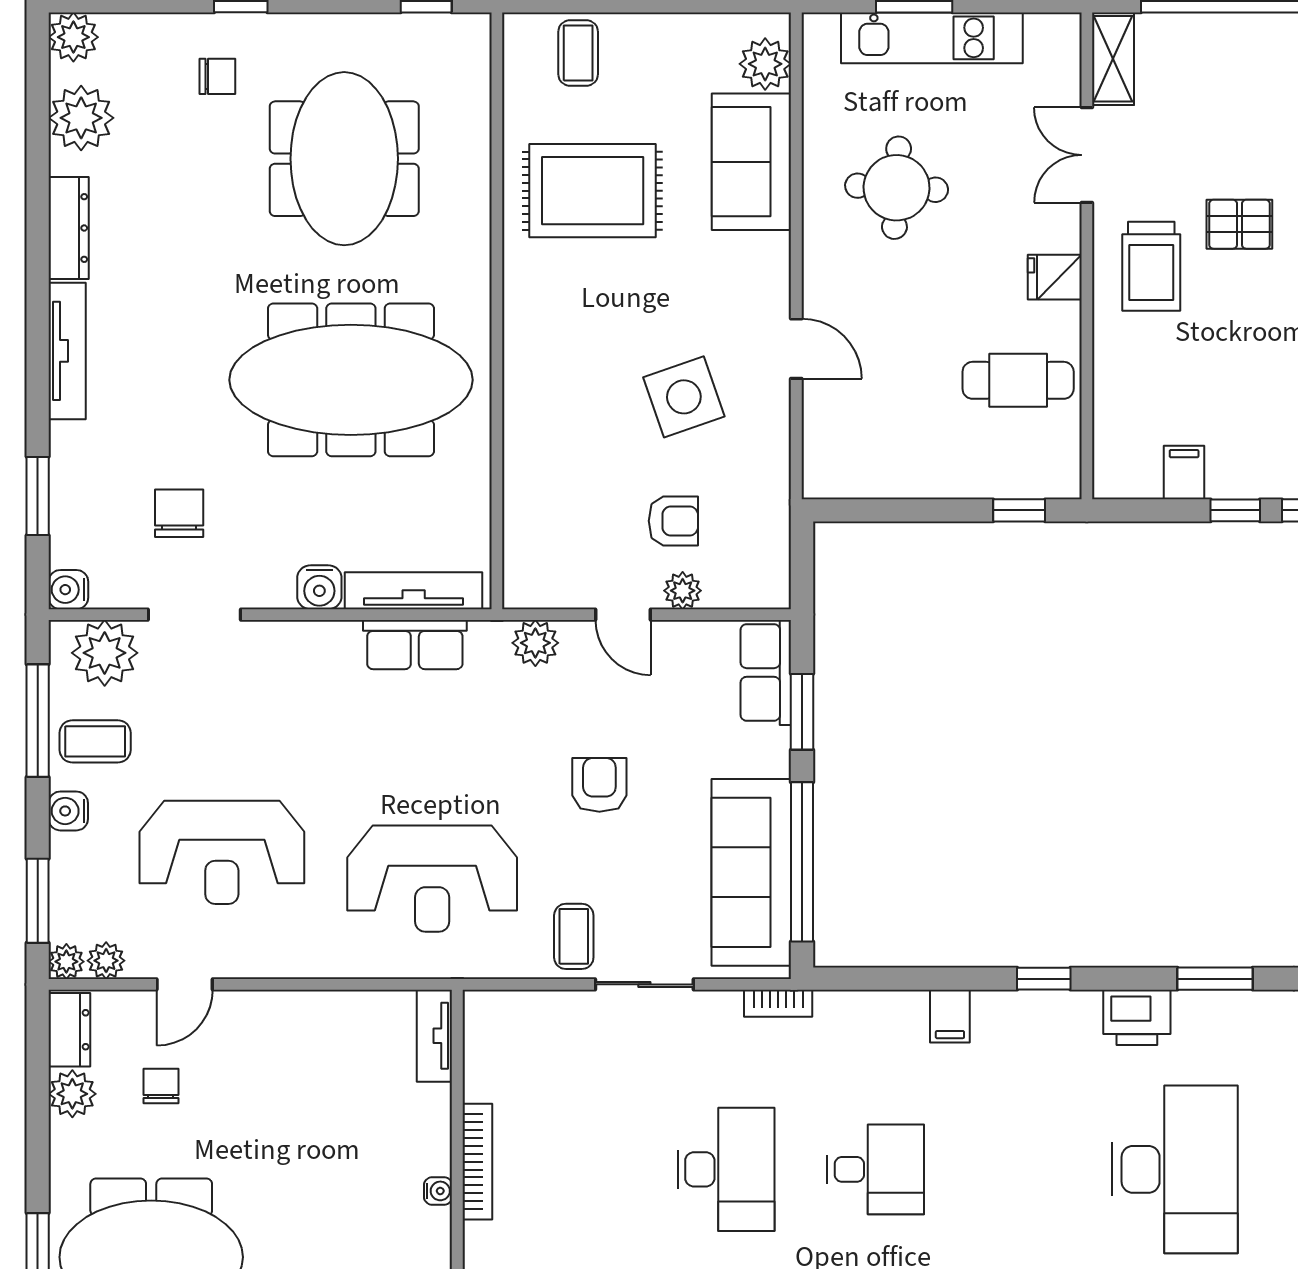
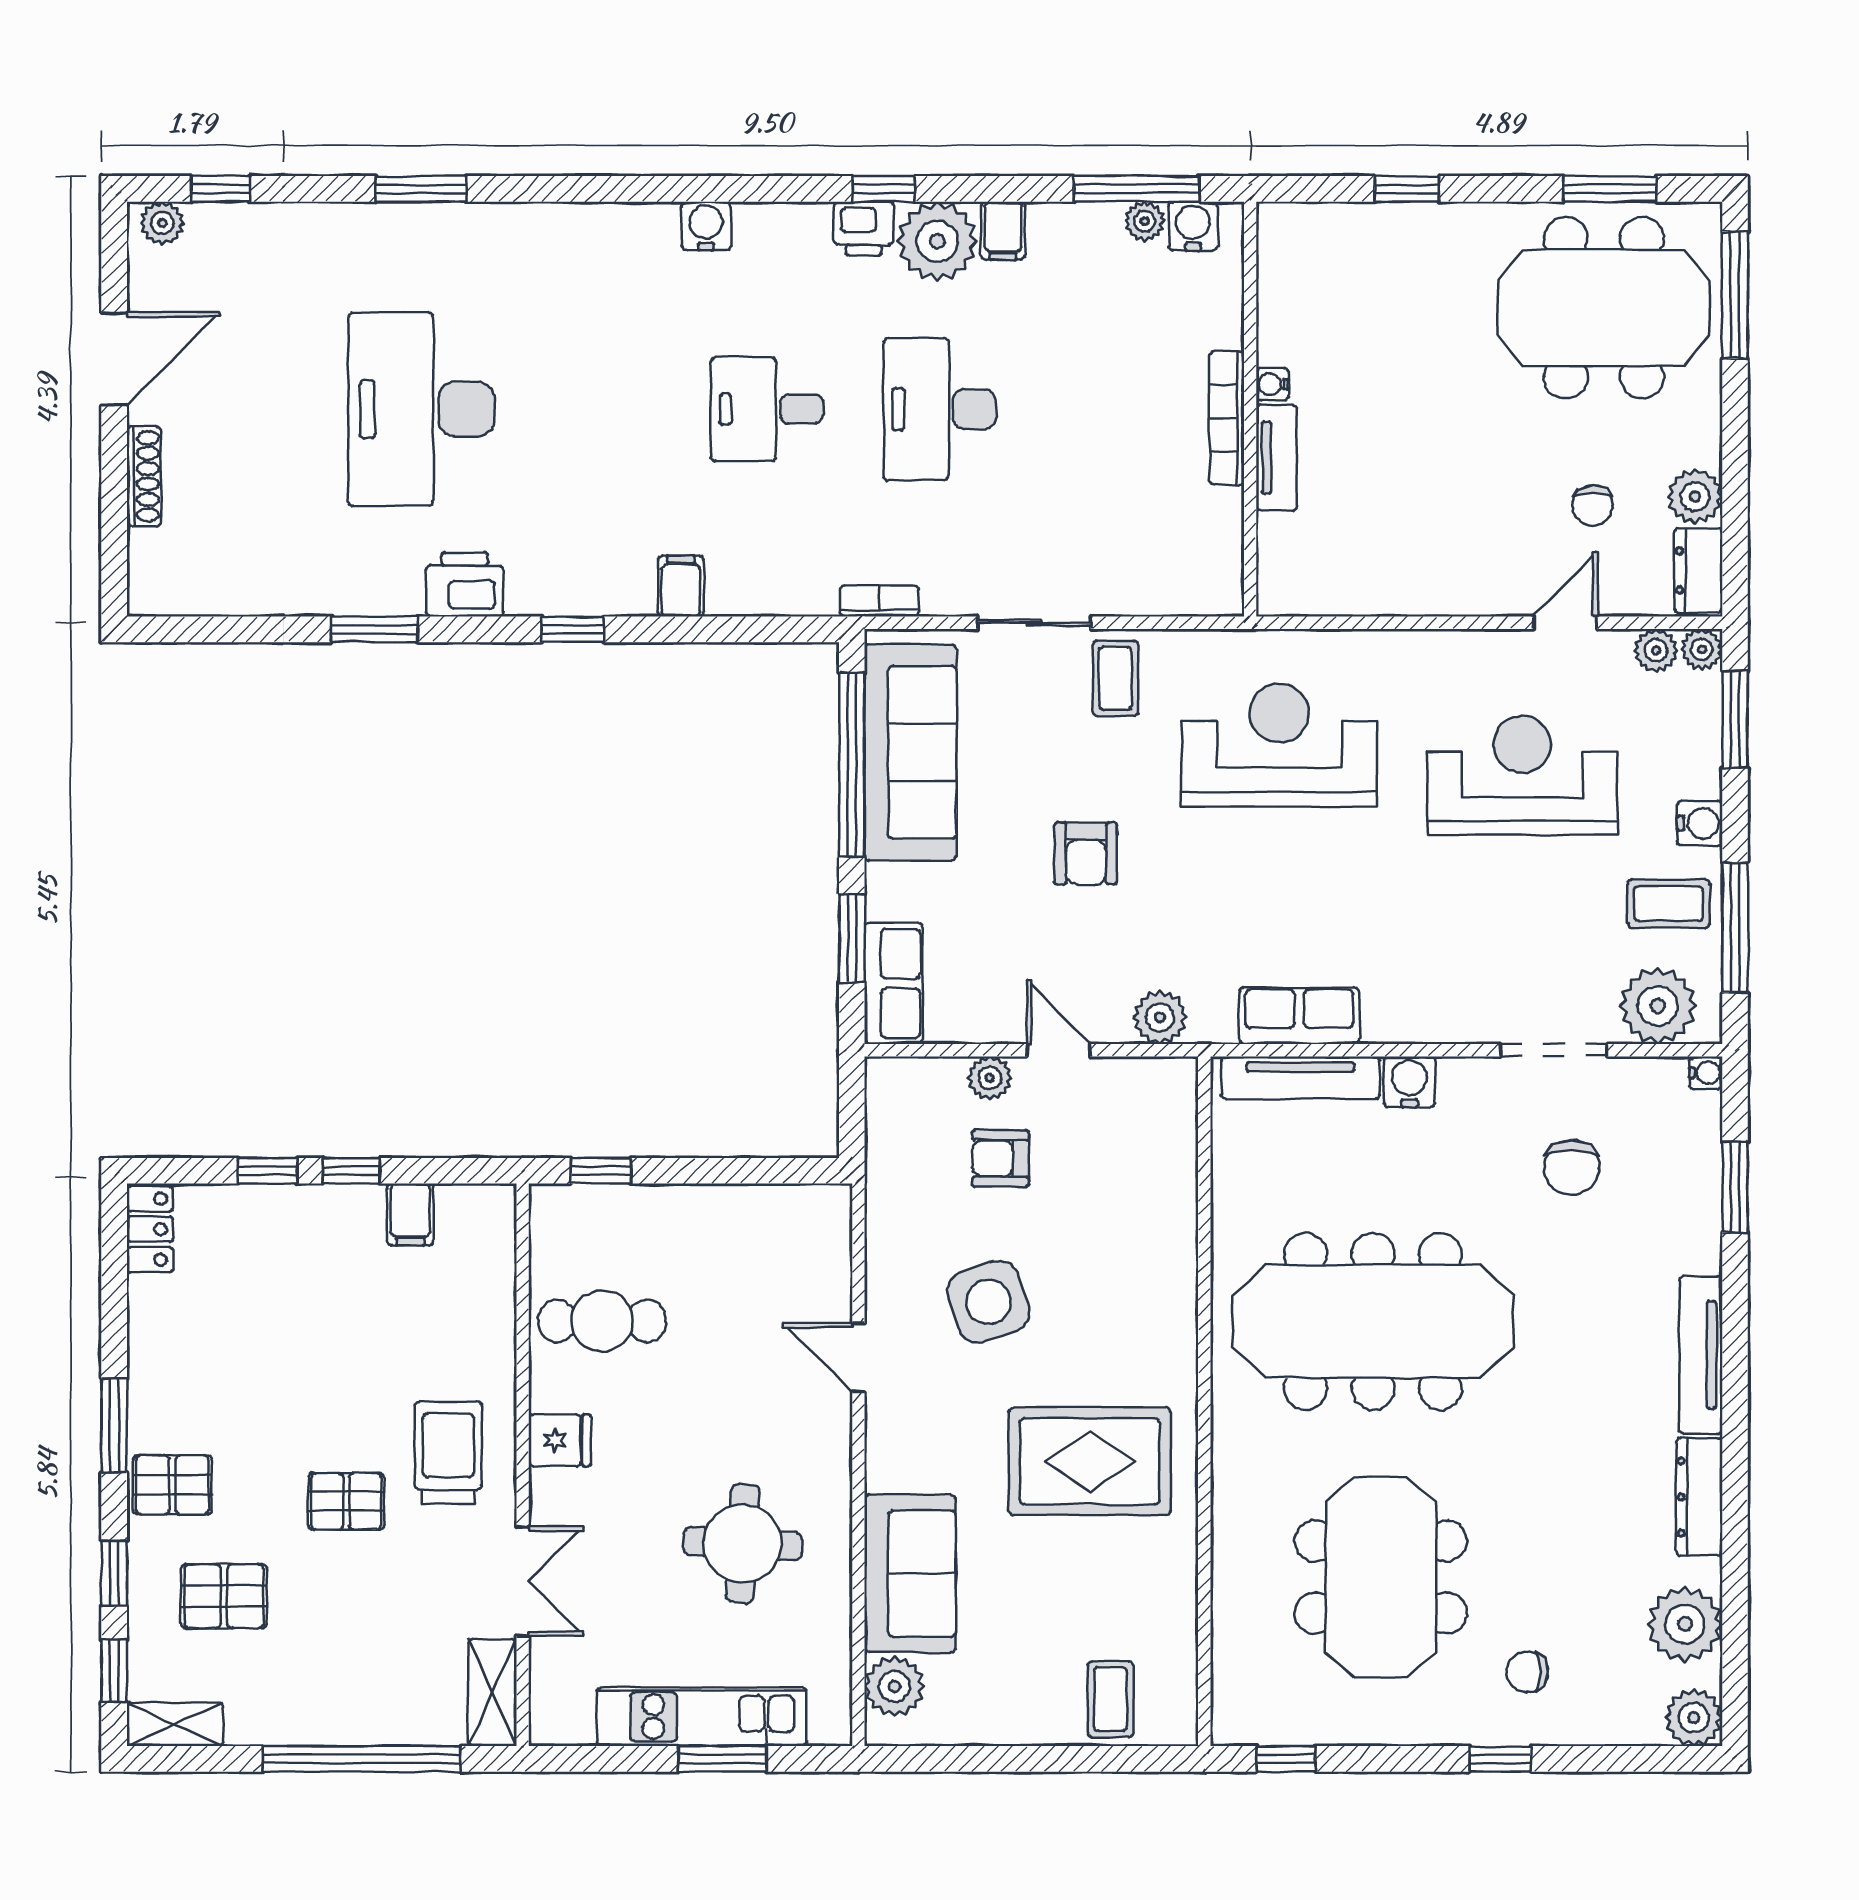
rug: (593, 191) -> (1090, 1461), moved
water cooler: (68, 590) -> (1706, 1073), width x0.72, depth x0.72
tv unit: (434, 1036) -> (1277, 458), moved

